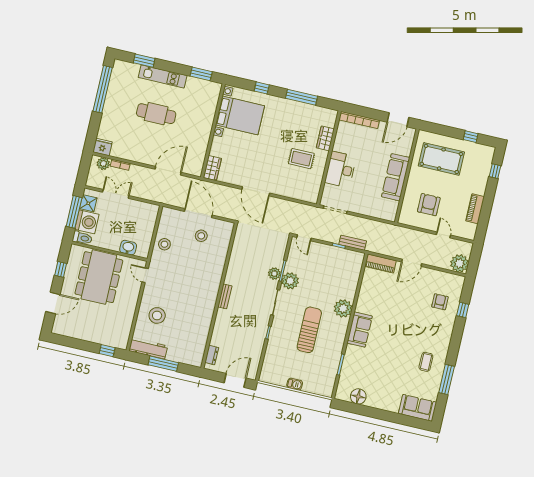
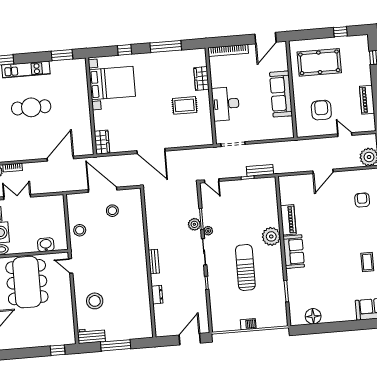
piano: (380, 263) -> (288, 220), moved, turned -90
plant: (290, 281) -> (208, 231), width x0.53, depth x0.53
workbench: (148, 348) -> (91, 336), width x0.73
dresser: (212, 355) -> (157, 295), moved

